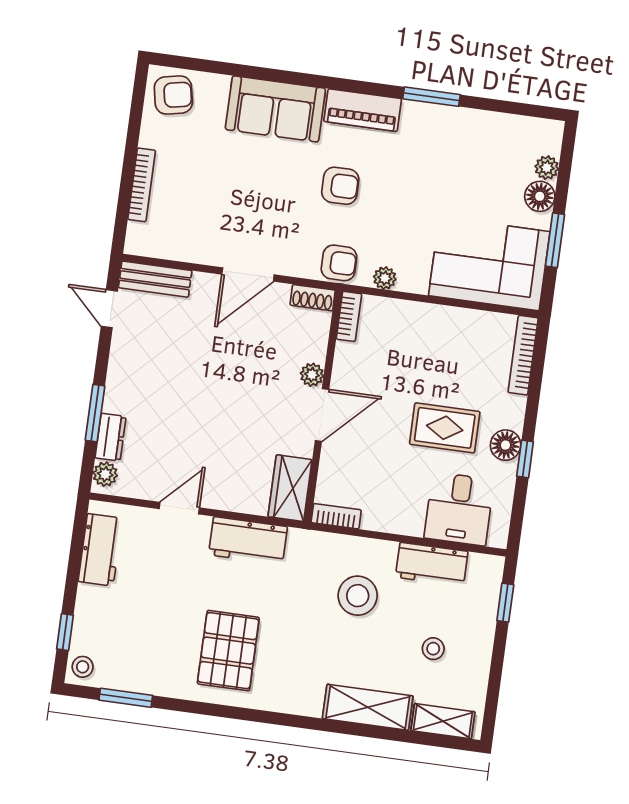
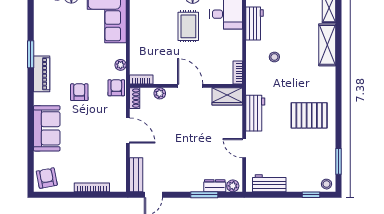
piano: (363, 110) -> (42, 74), moved
plant: (312, 375) -> (160, 93), moved
stool: (358, 596) -> (274, 57), width x0.53, depth x0.53
stool: (433, 649) -> (295, 17), removed

